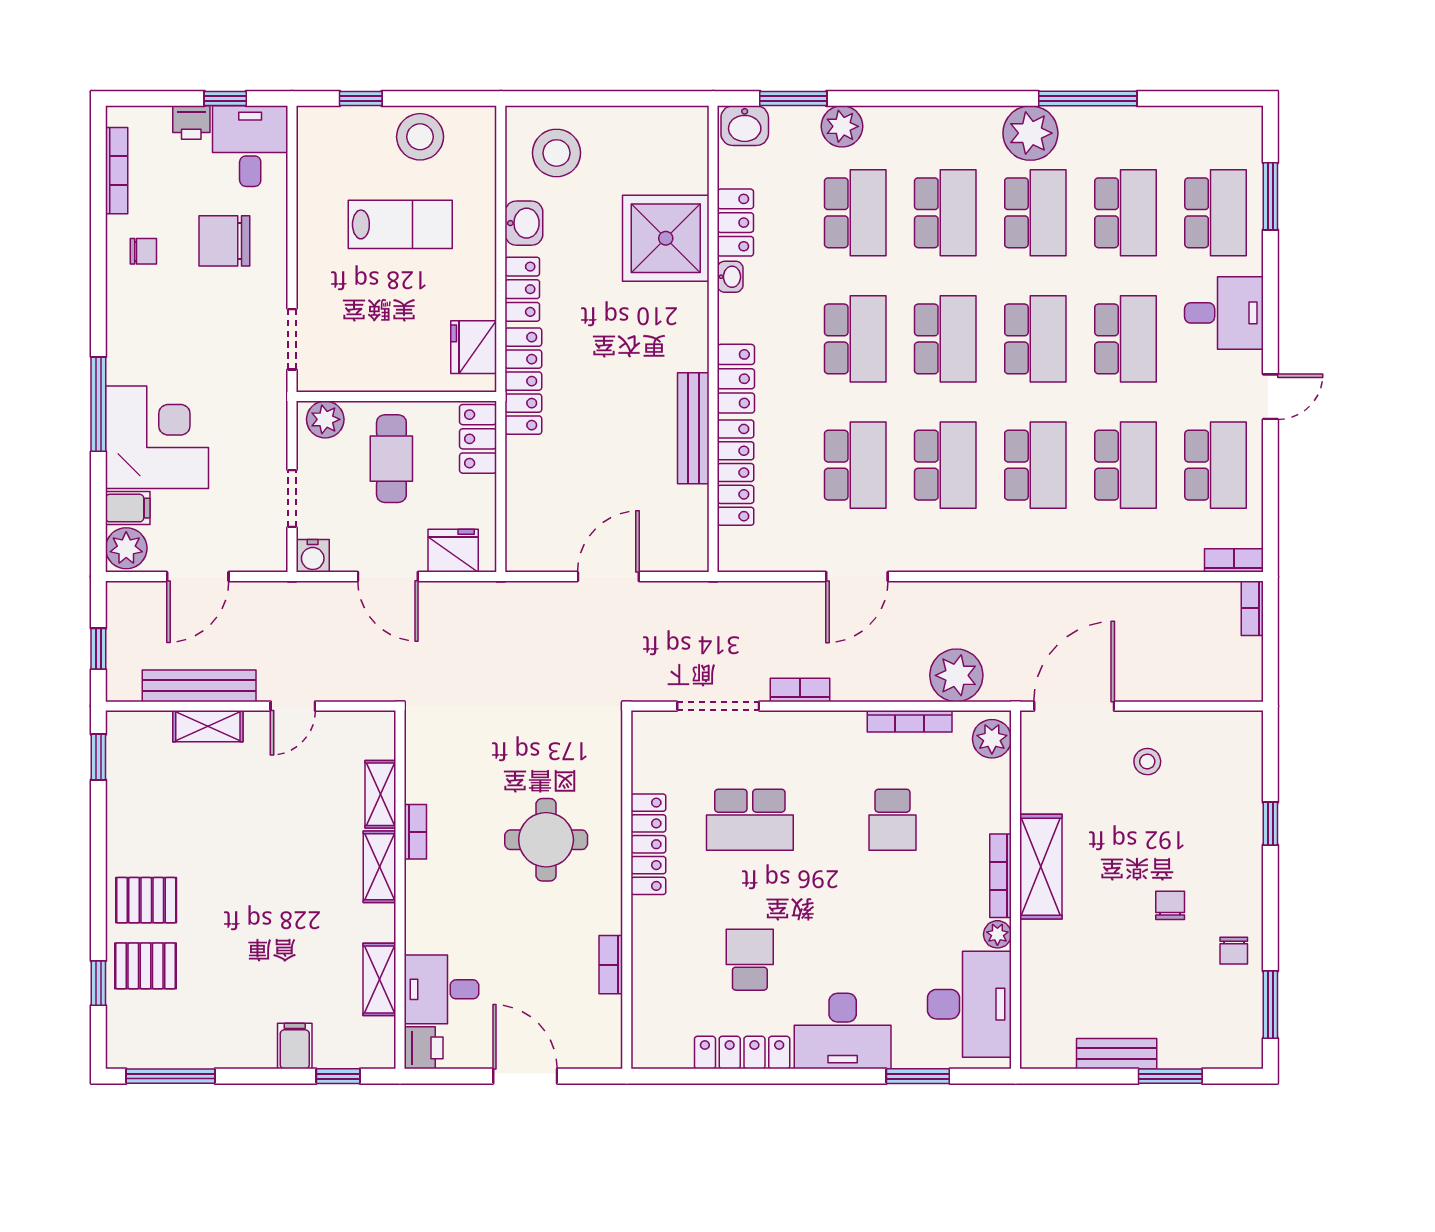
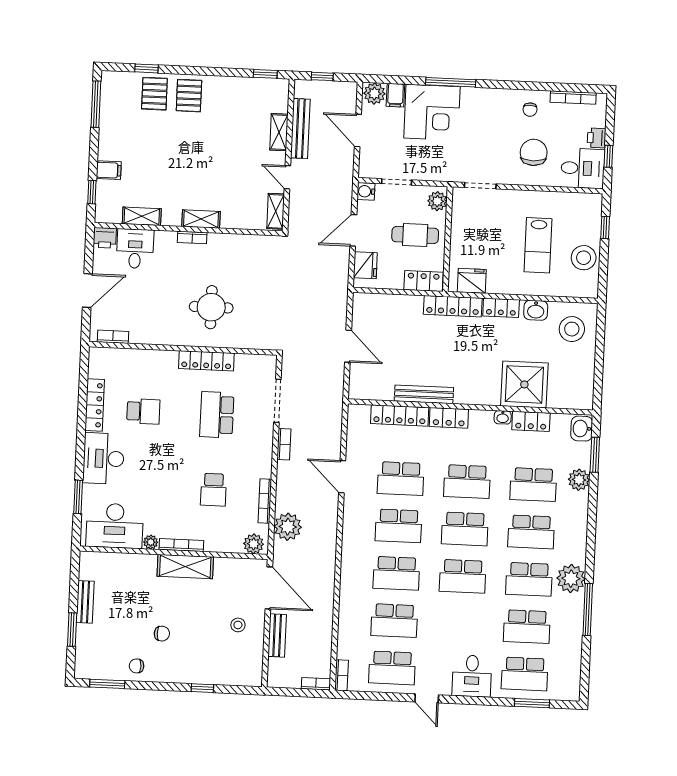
school desk: (1125, 339) -> (461, 624), removed
bench: (1164, 686) -> (277, 635), added
shelving: (380, 794) -> (276, 211), moved, turned 90
school desk: (892, 820) -> (213, 490), turned -90
bookcase: (415, 832) -> (192, 237), moved
bookcase: (611, 965) -> (113, 337), moved

